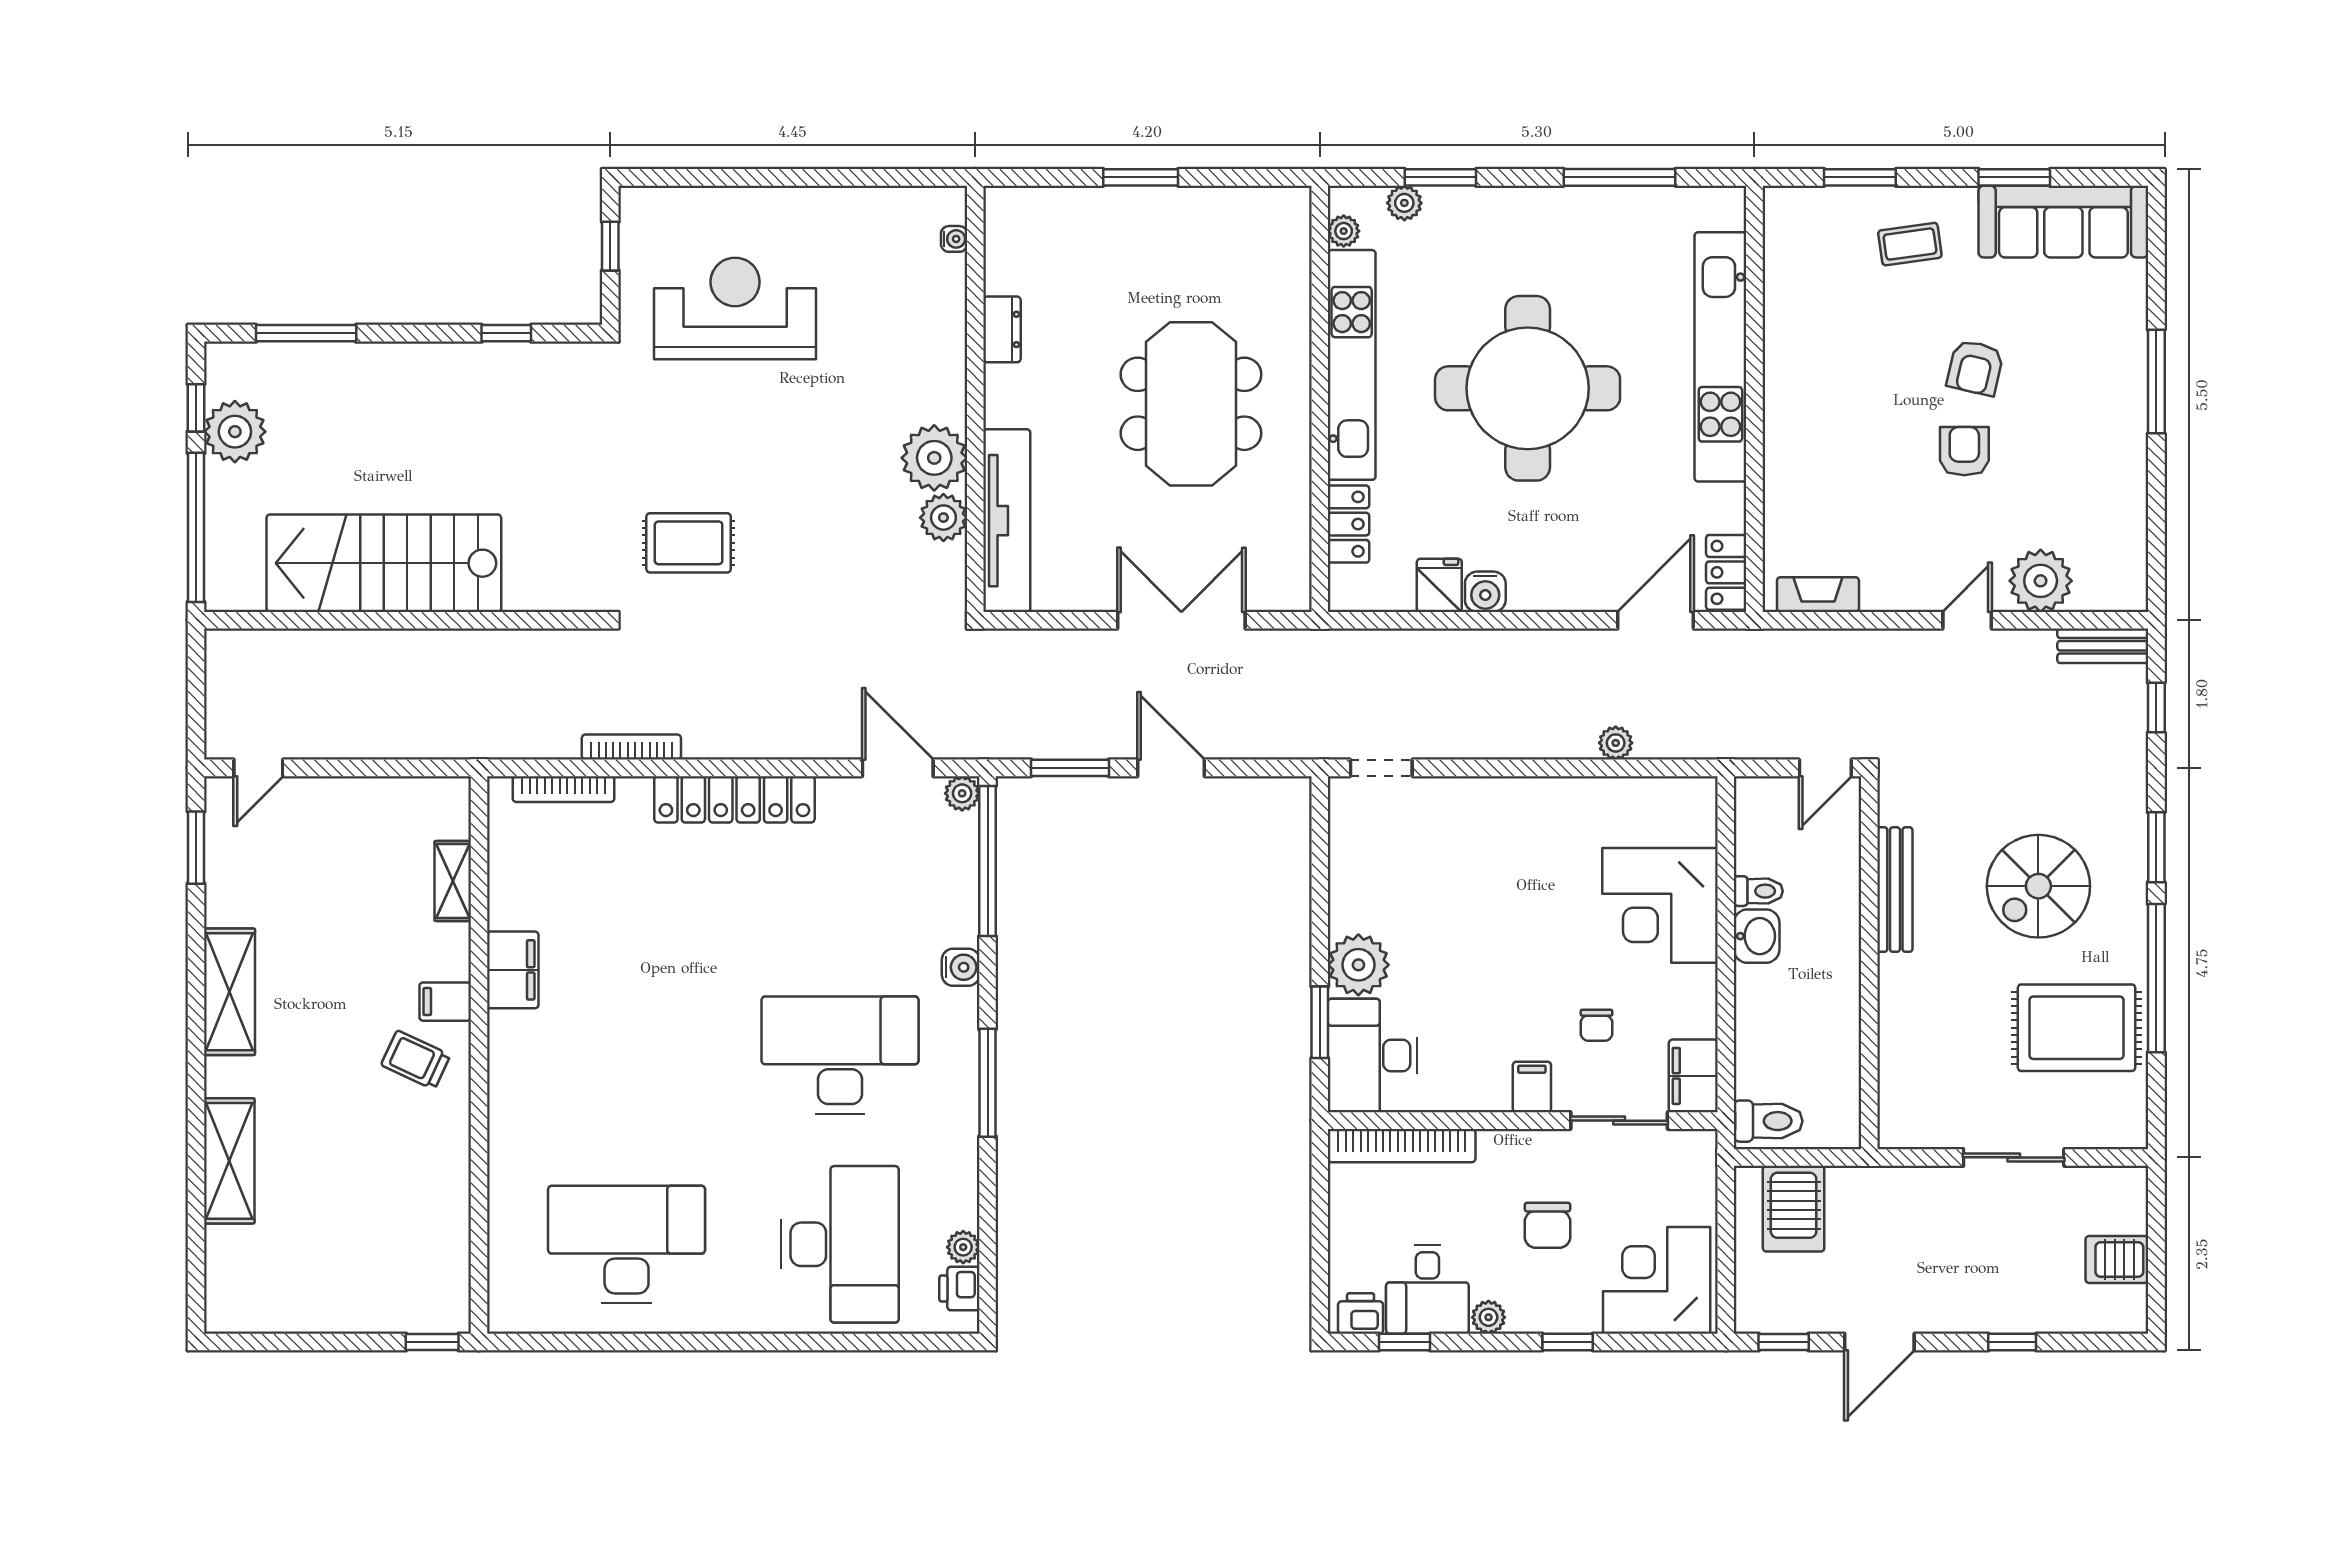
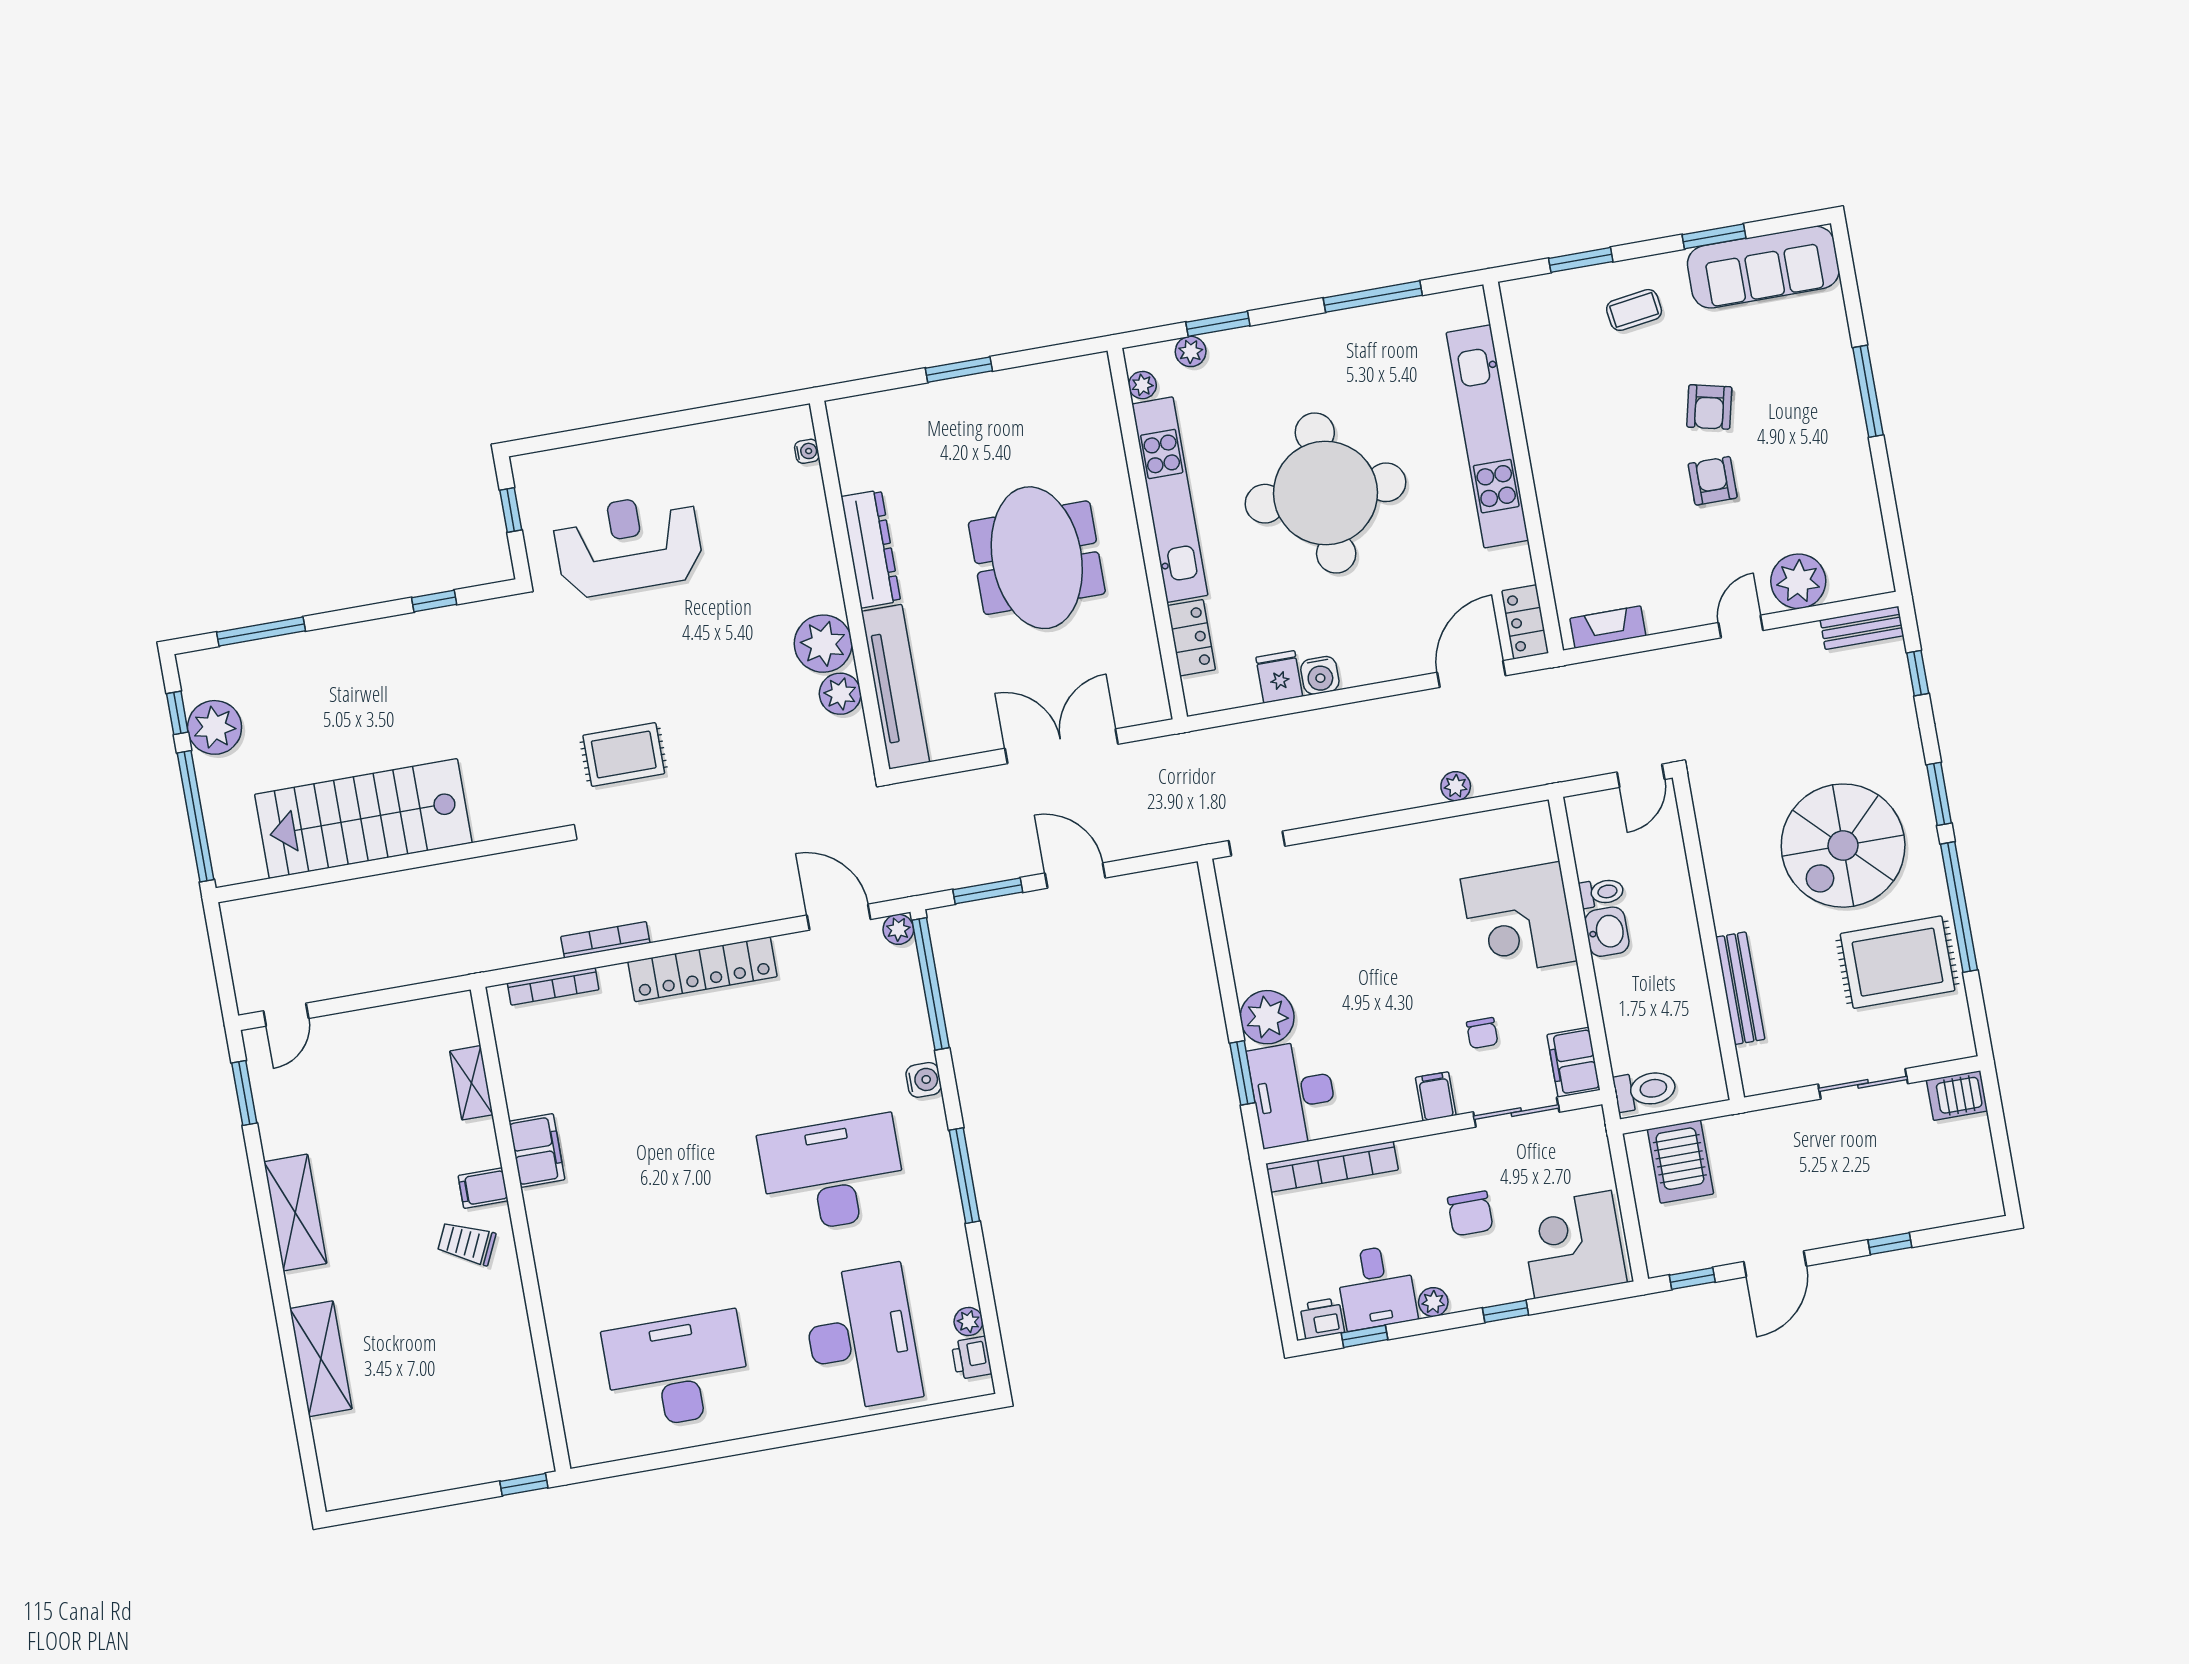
dresser: (1002, 329) -> (871, 549), width x1.96, depth x1.24
spiral stairs: (2038, 886) -> (1843, 846), width x1.37, depth x1.37
bench: (1895, 890) -> (1740, 988), moved
server rack: (2117, 1259) -> (1957, 1096), moved

